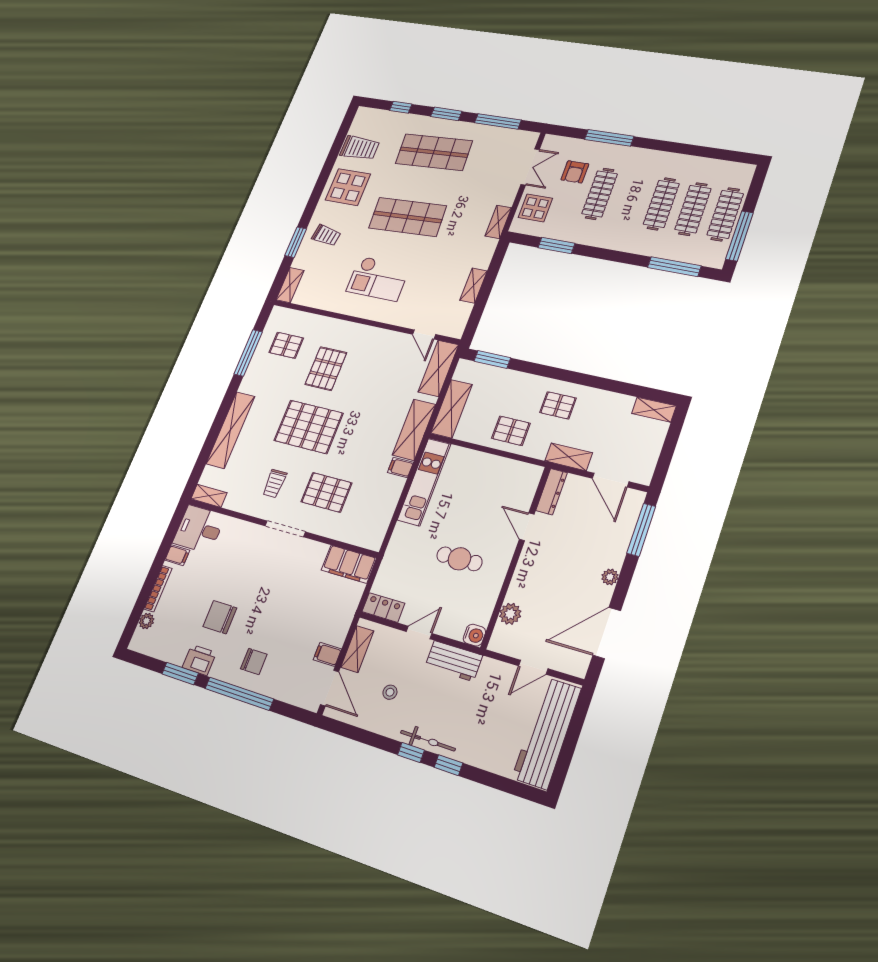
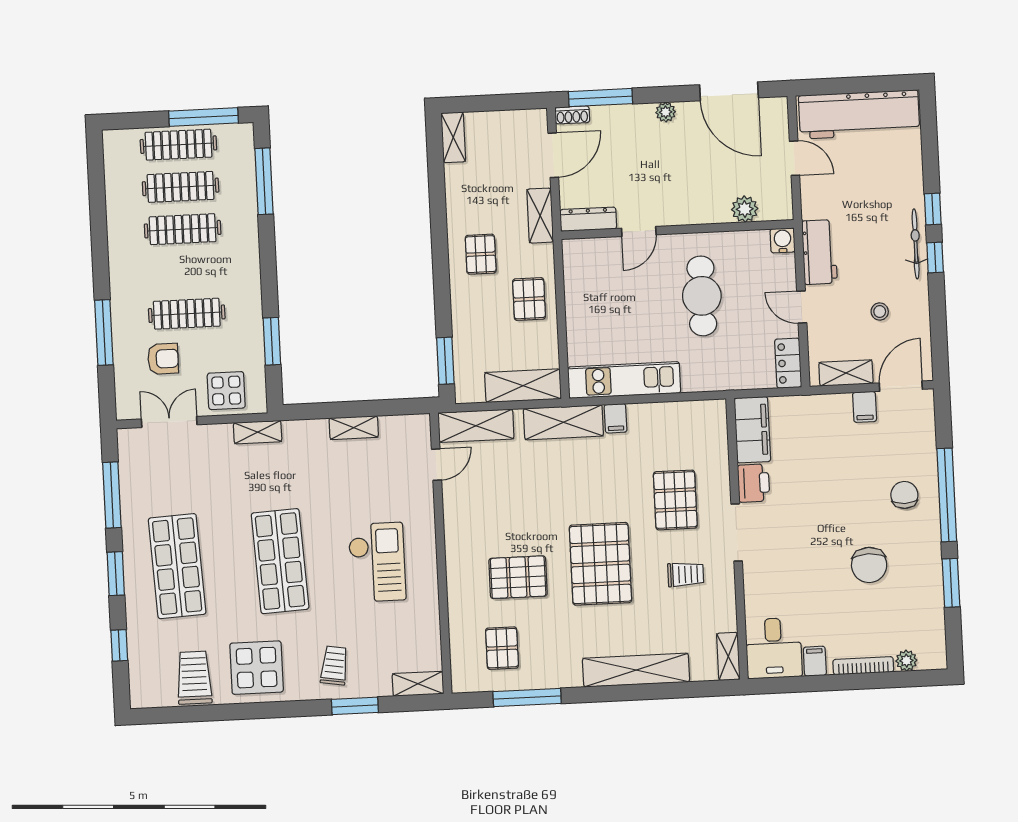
shoe rack: (636, 504) -> (572, 115), added
cafe table: (459, 559) -> (702, 296), width x1.37, depth x1.35
printer: (199, 660) -> (754, 483), moved, turned 180

